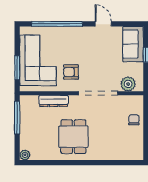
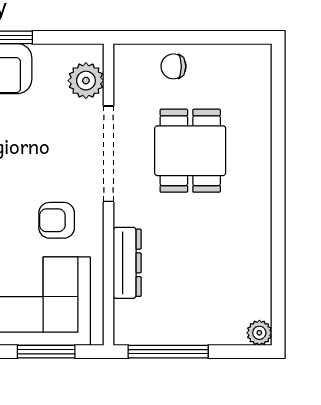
armchair: (71, 72) -> (57, 220), turned 90
dining table: (73, 137) -> (190, 151), moved, turned 90

